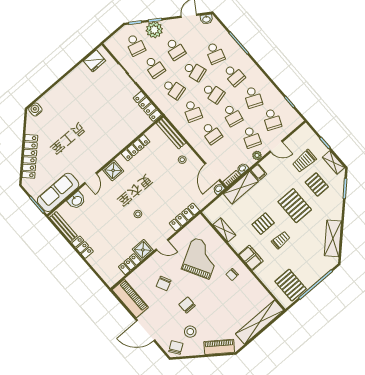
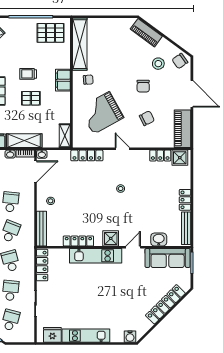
kitchen unit: (69, 82) -> (86, 336), added
kitchen unit: (113, 148) -> (96, 256), added
shelving: (224, 230) -> (65, 136), moved
shower: (143, 250) -> (180, 158), moved
pallet: (291, 285) -> (51, 33), turned 90
shelving: (260, 322) -> (80, 44), moved, turned 90

